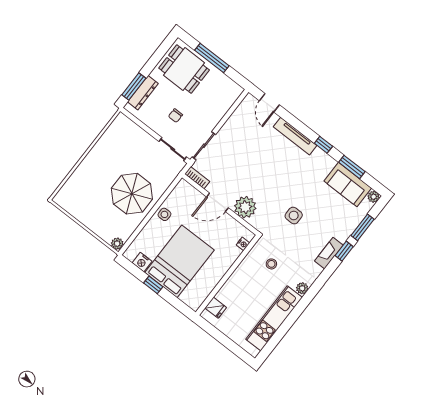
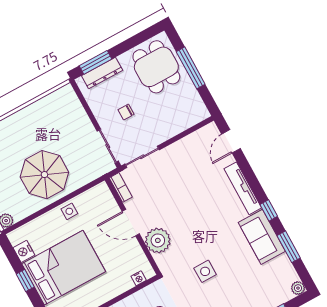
sofa: (348, 185) -> (262, 237), moved

